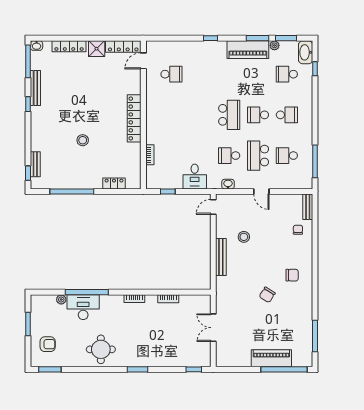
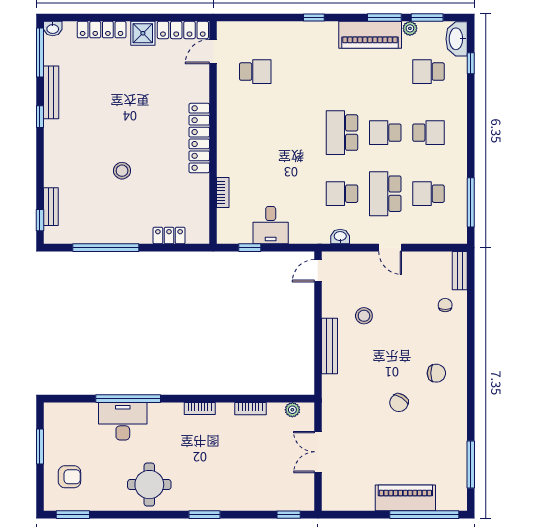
school desk: (229, 115) -> (342, 133), turned 180
desk: (195, 177) -> (271, 225), moved
plant: (61, 299) -> (292, 410), moved

